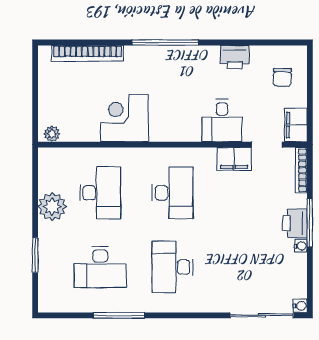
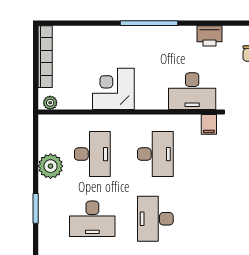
bookcase: (88, 53) -> (45, 57), moved, turned -90
desk: (222, 121) -> (192, 91), width x1.37
filing cabinet: (234, 159) -> (209, 124), width x0.50

